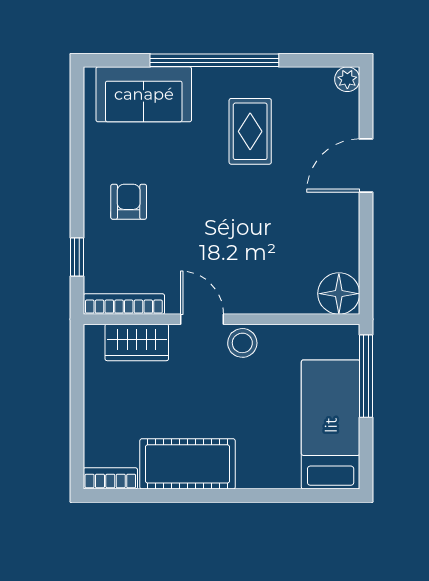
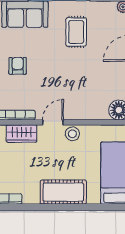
door: (202, 319) -> (53, 122), hinge flipped
cot: (188, 464) -> (63, 192), moved

